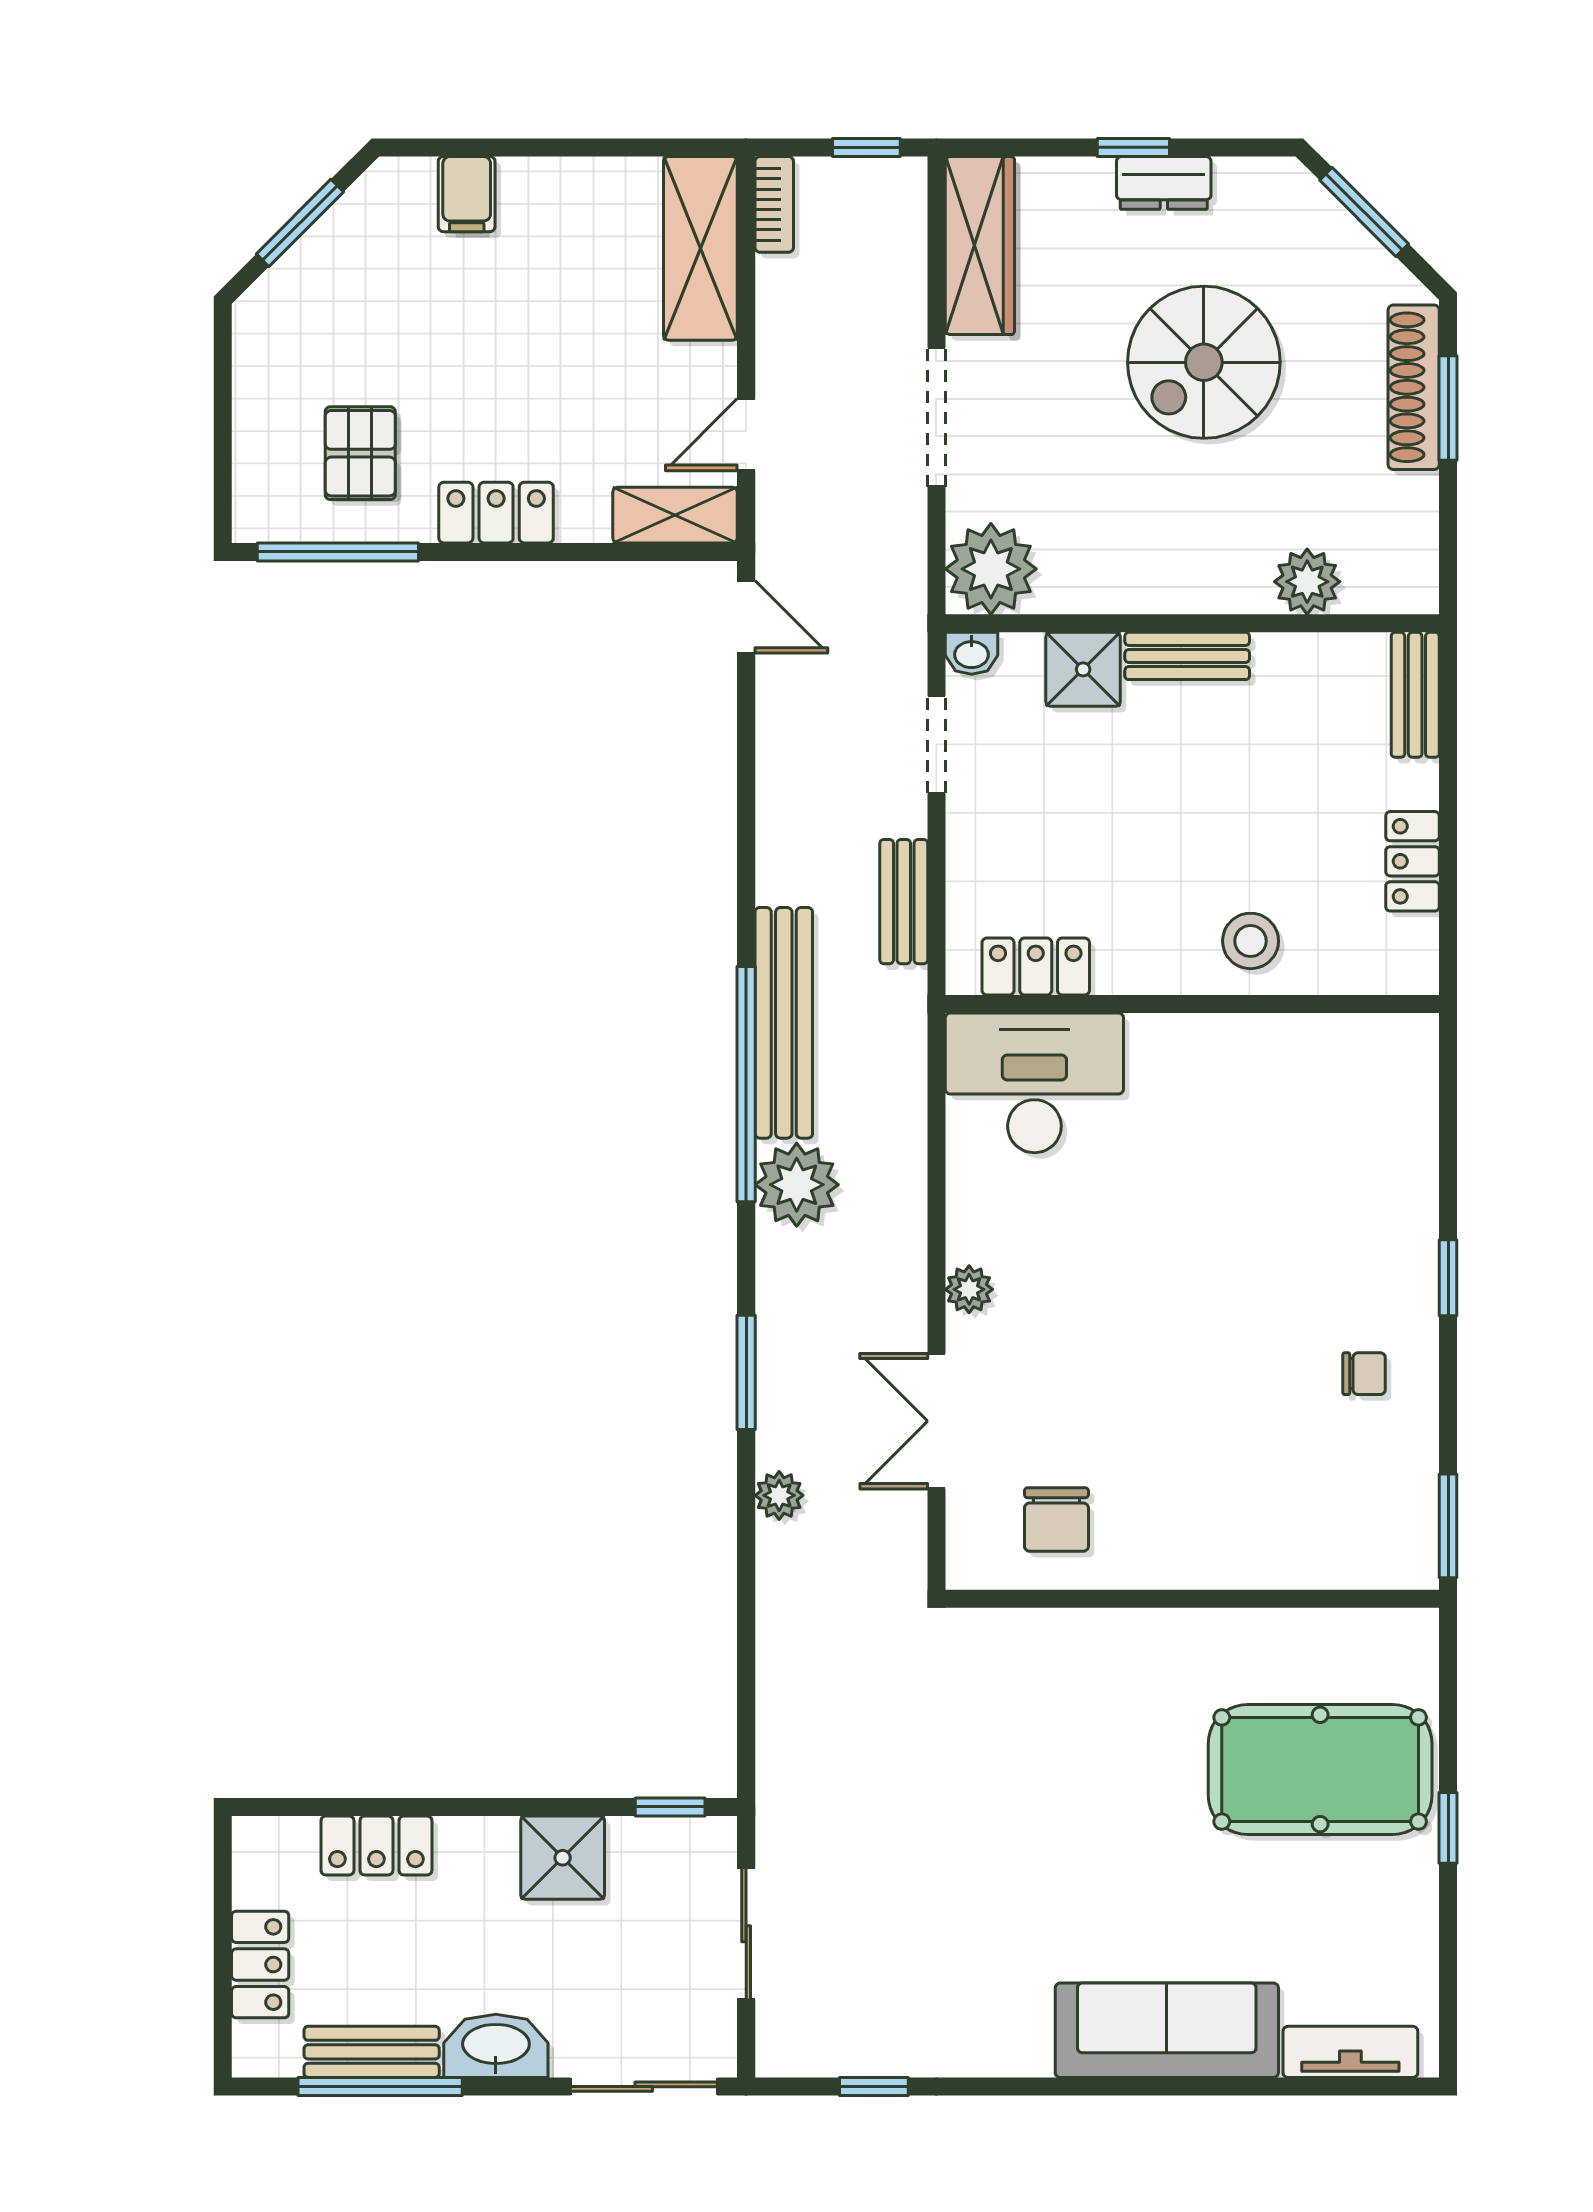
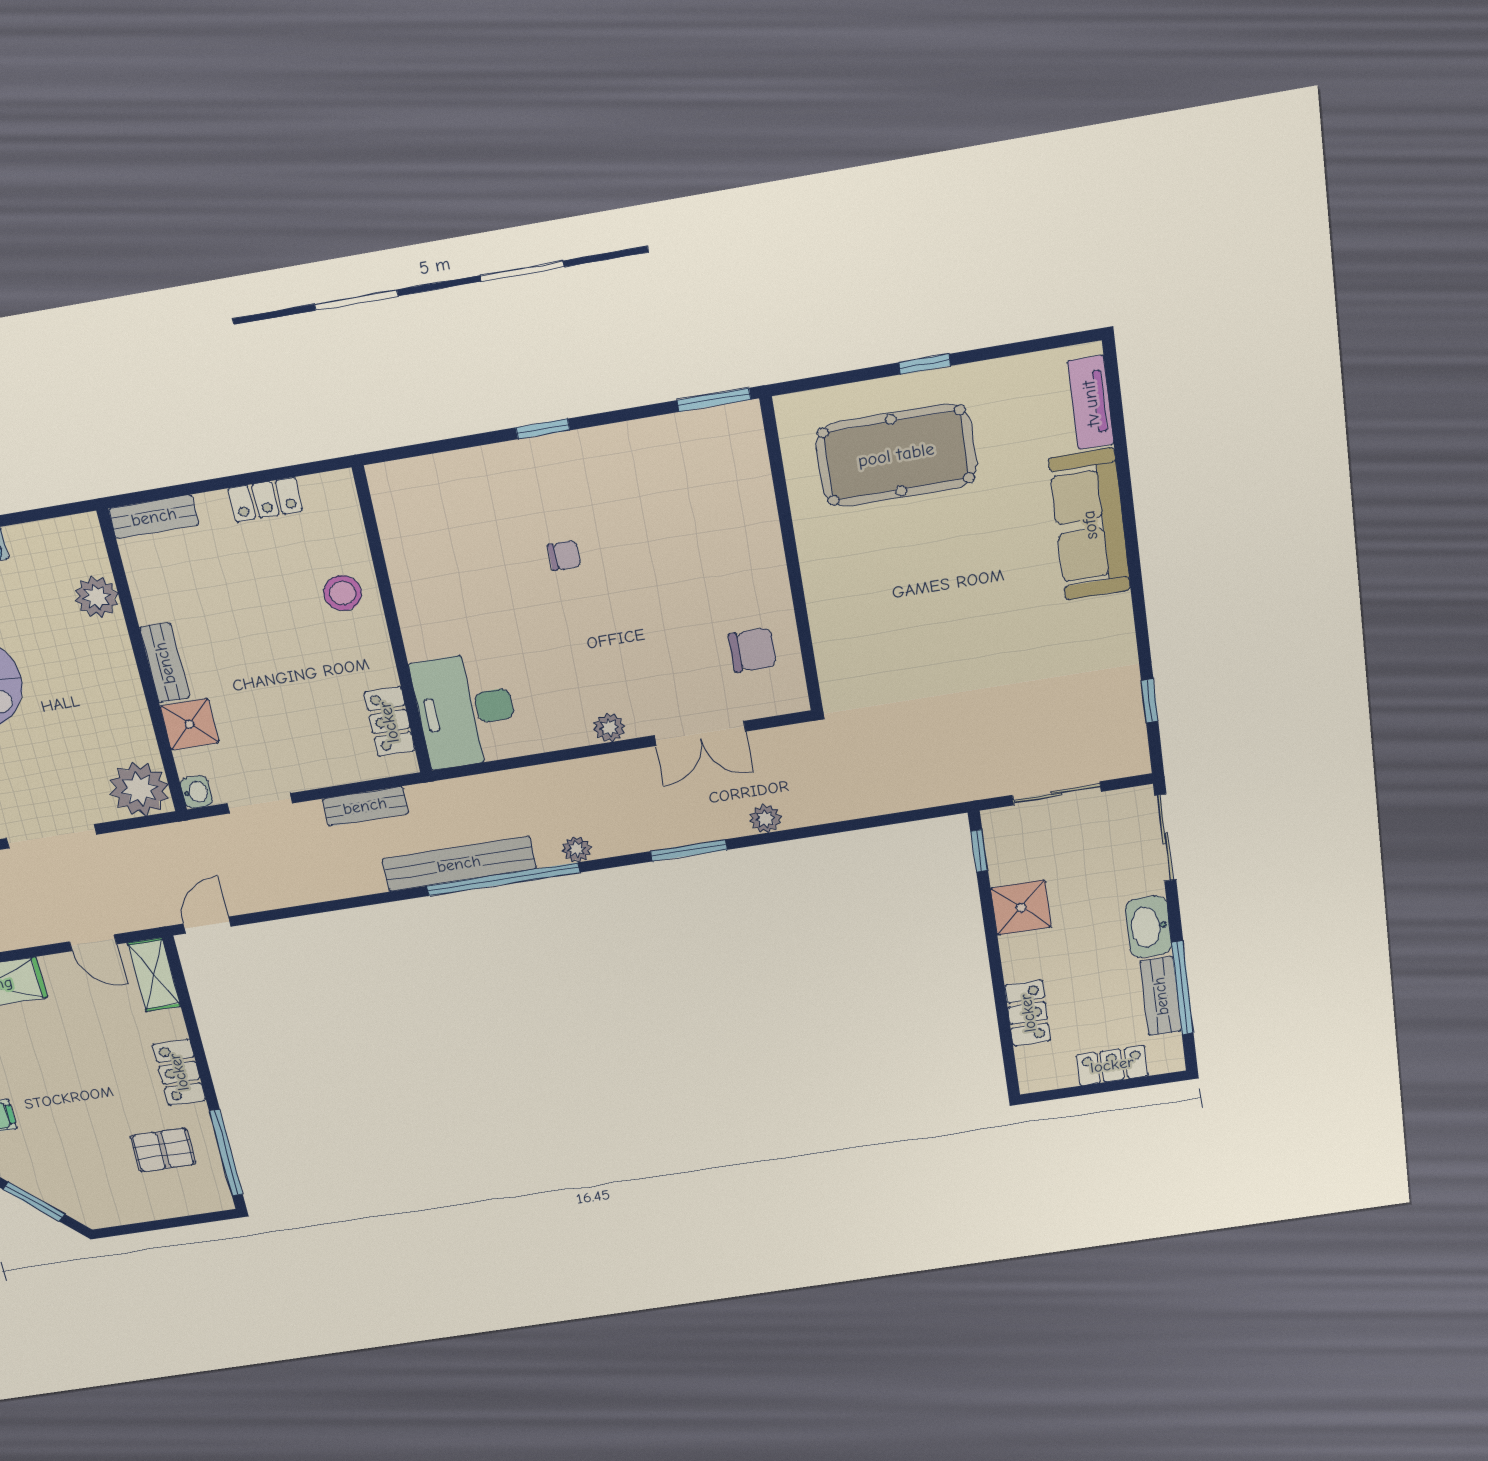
plant: (797, 1185) -> (576, 849), width x0.53, depth x0.53
chair: (1364, 1374) -> (564, 555), moved, turned 90
pool table: (1320, 1769) -> (896, 455), turned 90

